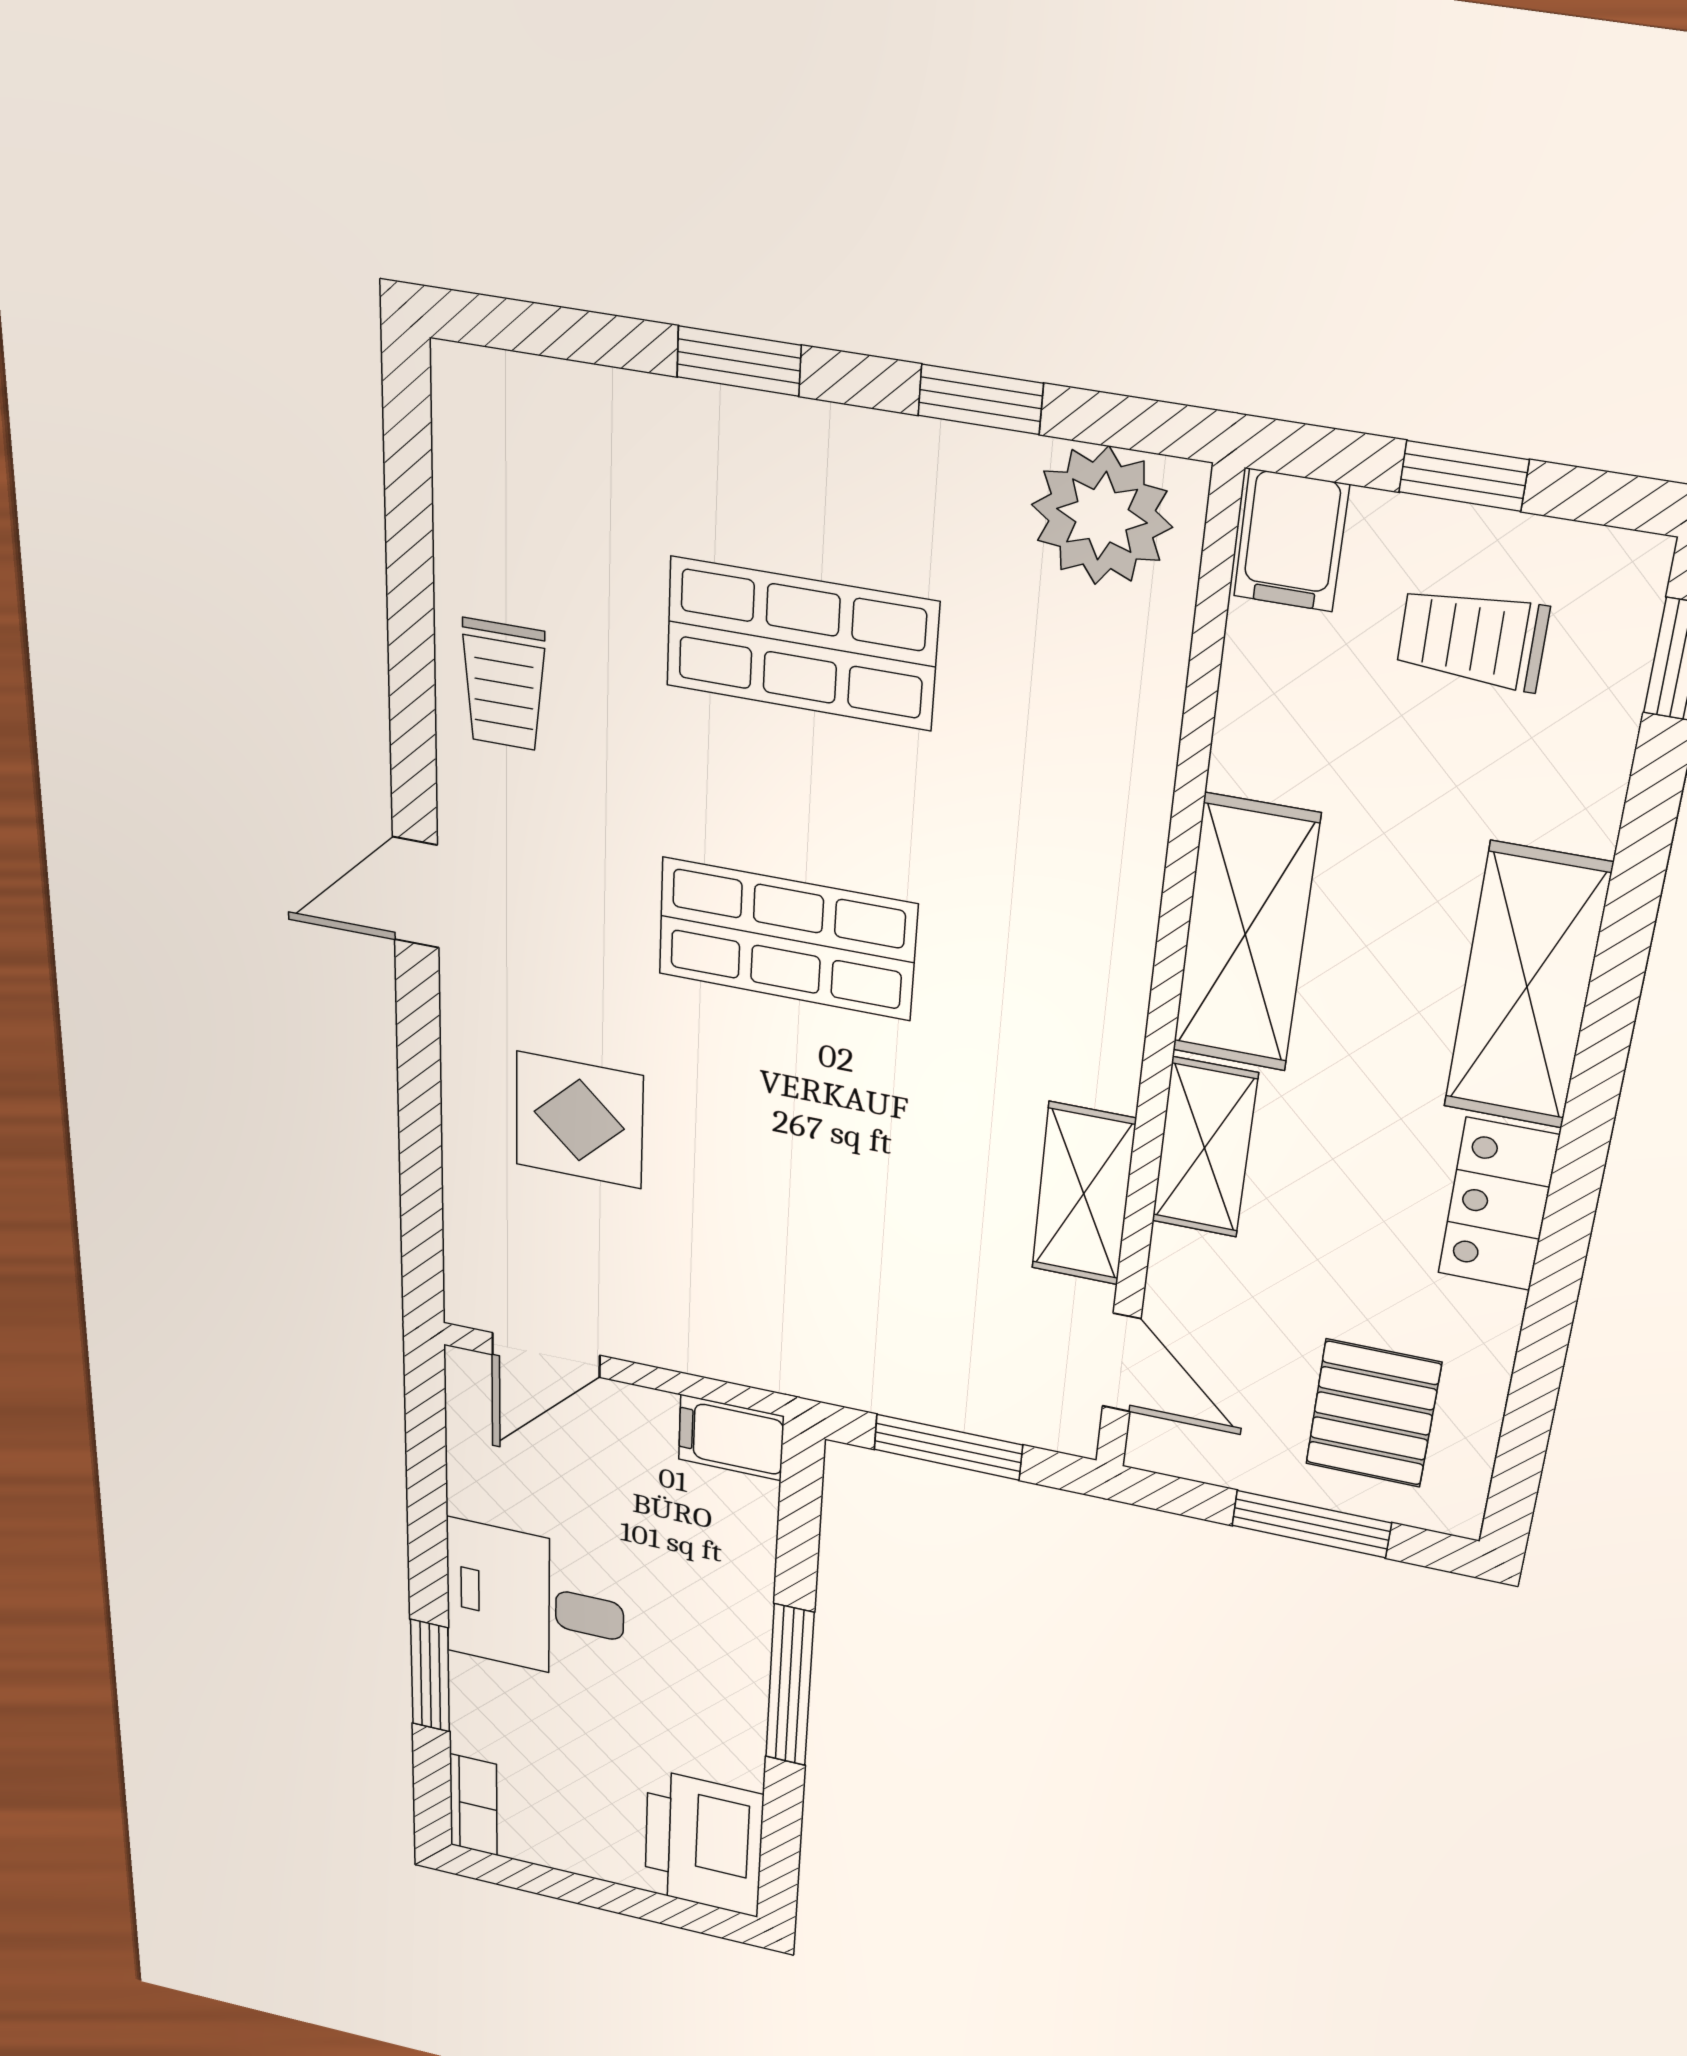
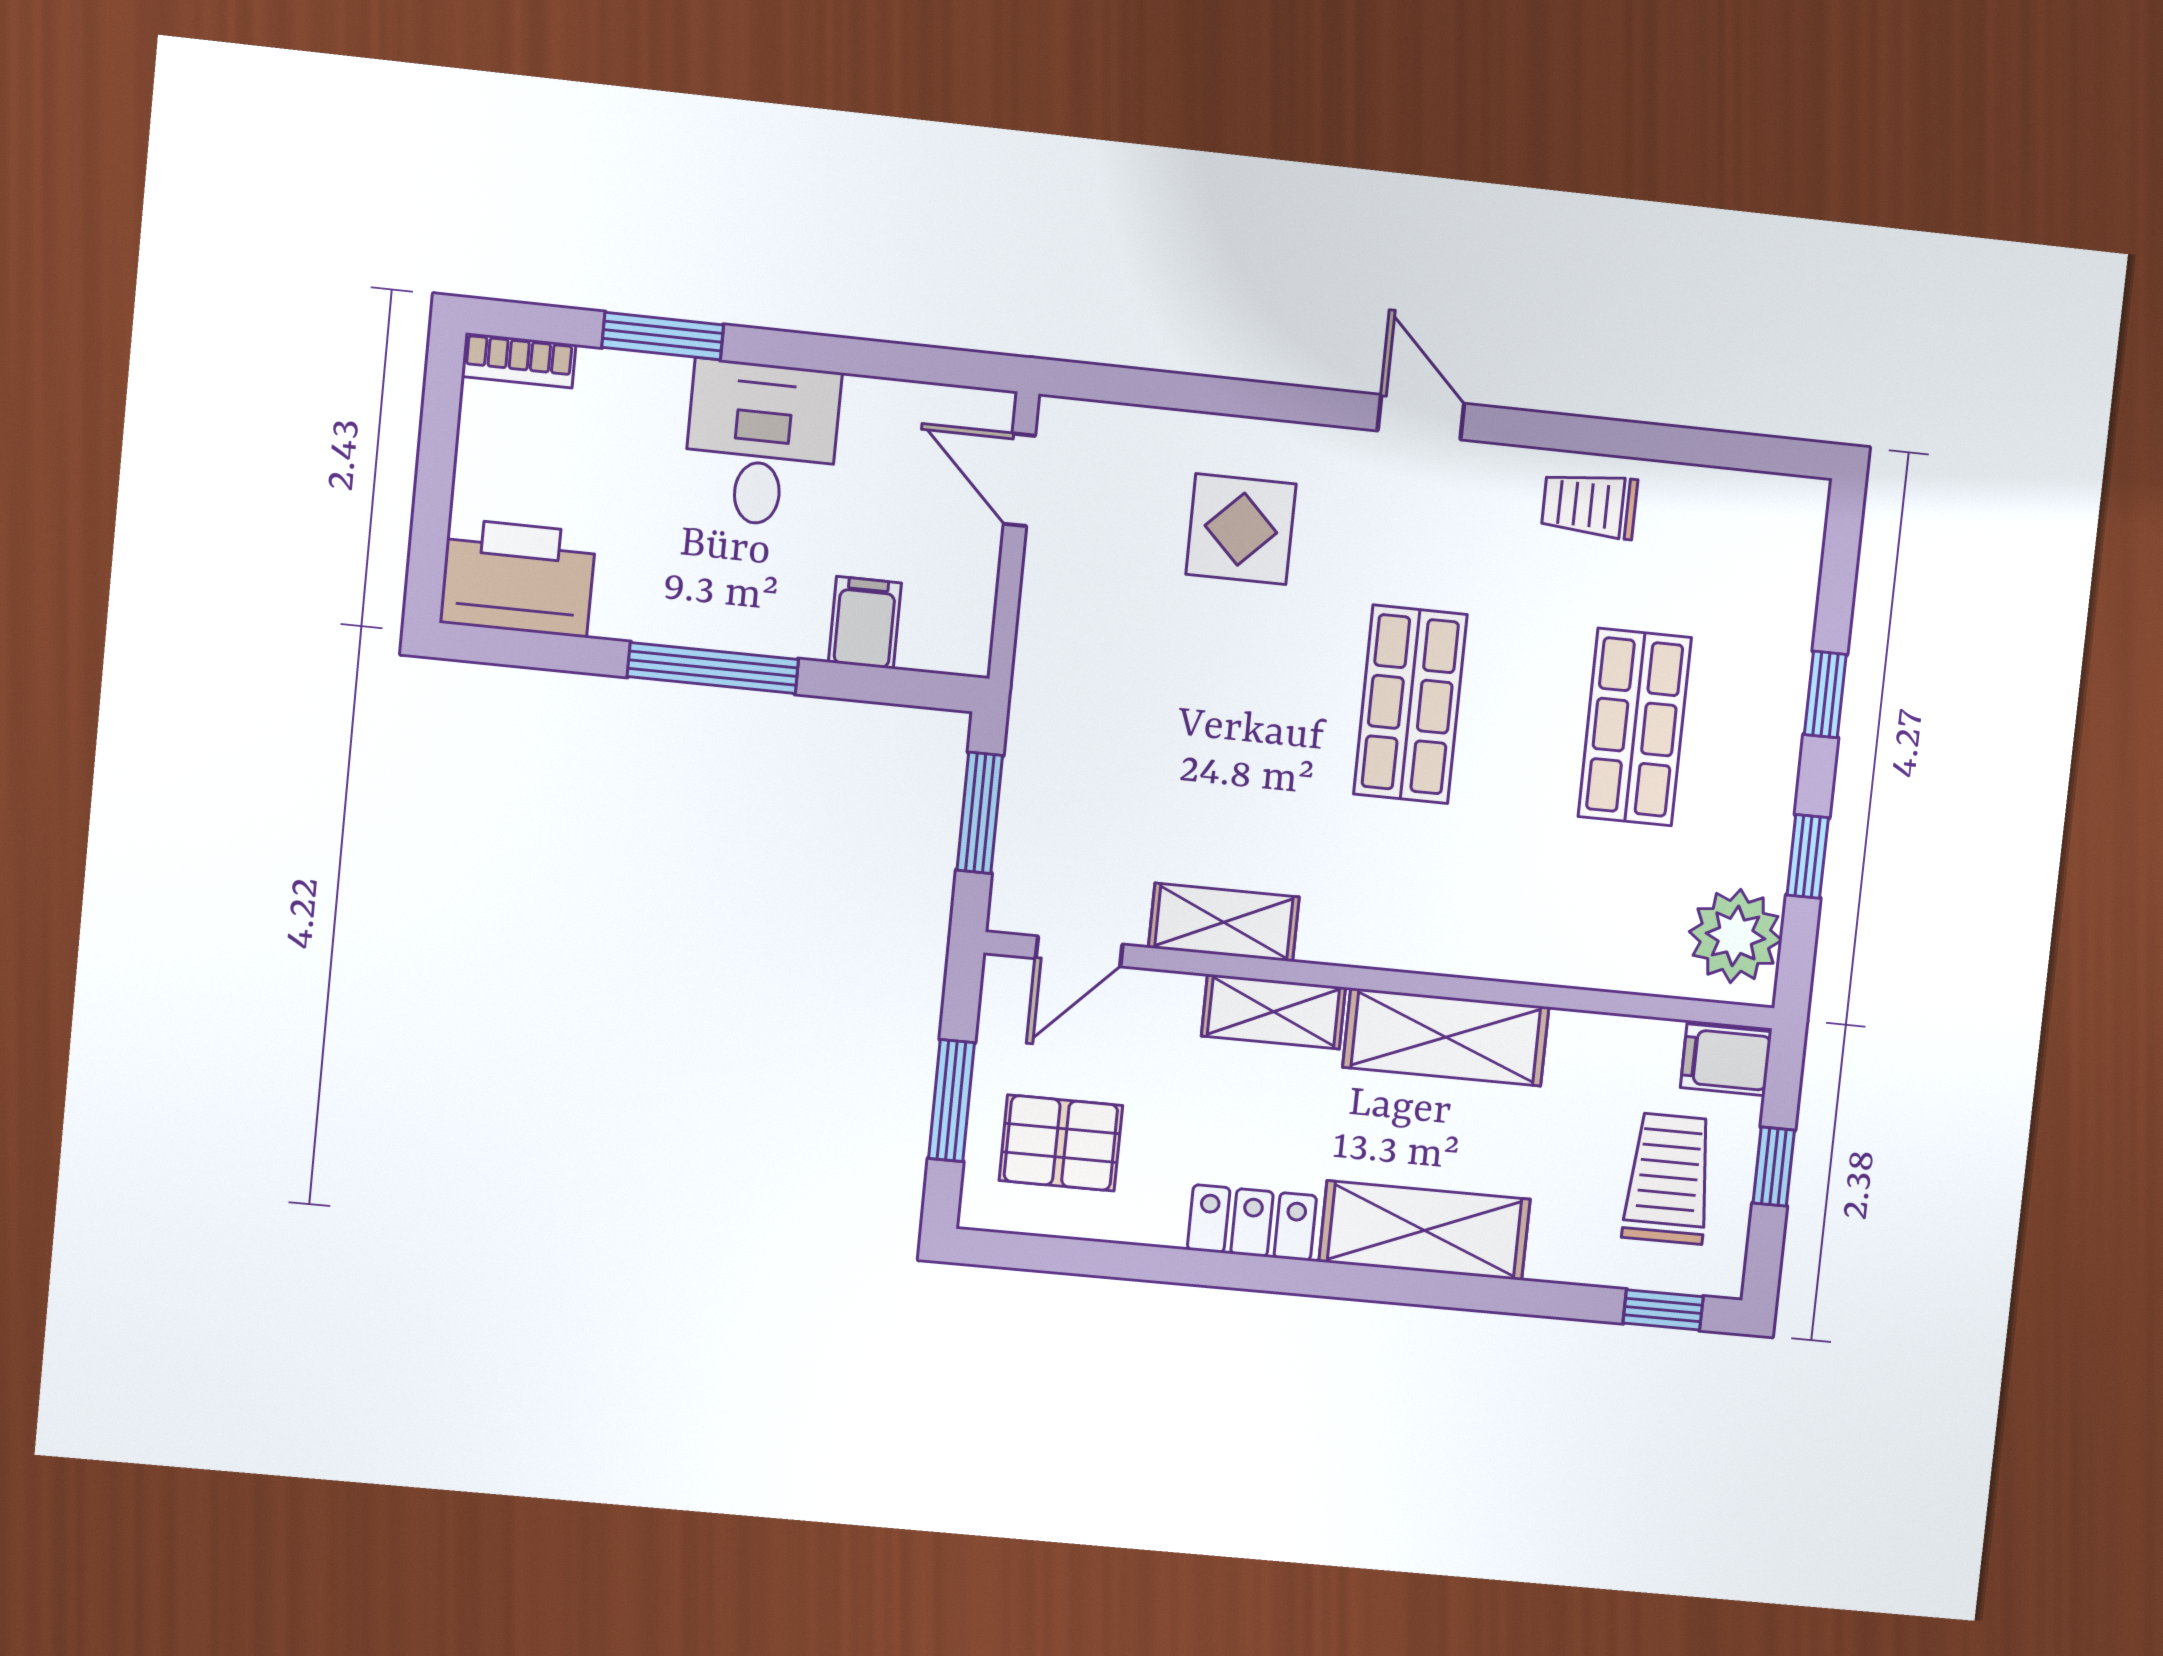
trolley: (1472, 639) -> (1668, 1179), width x1.36, depth x1.39
filing cabinet: (731, 1438) -> (865, 623), moved

